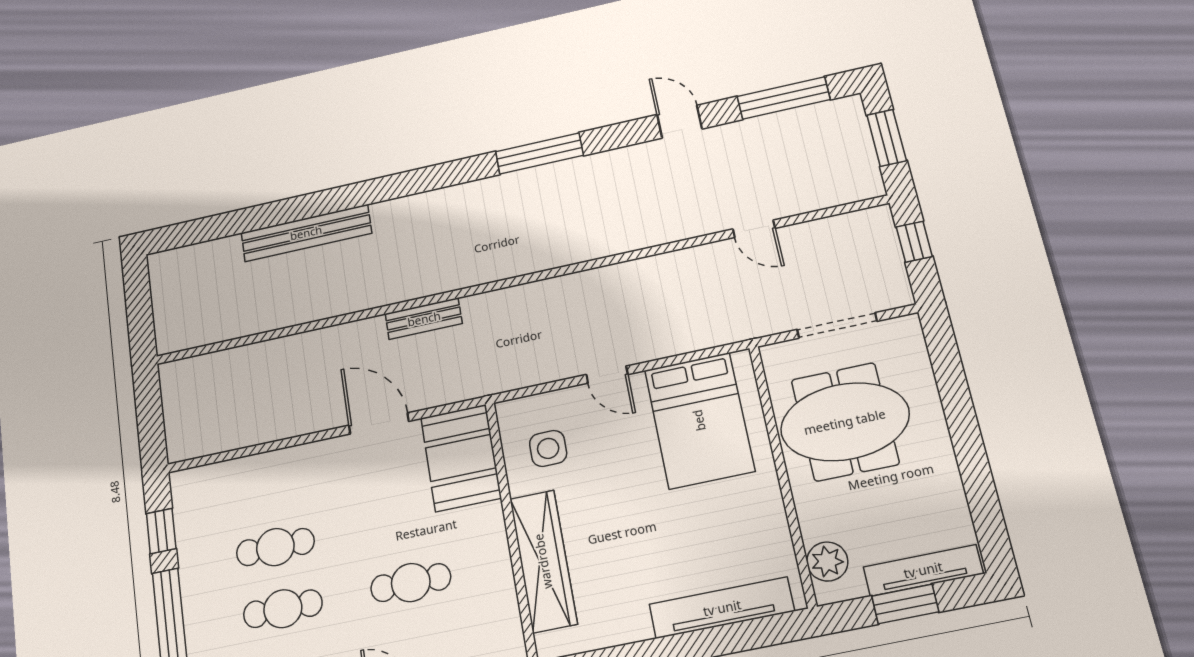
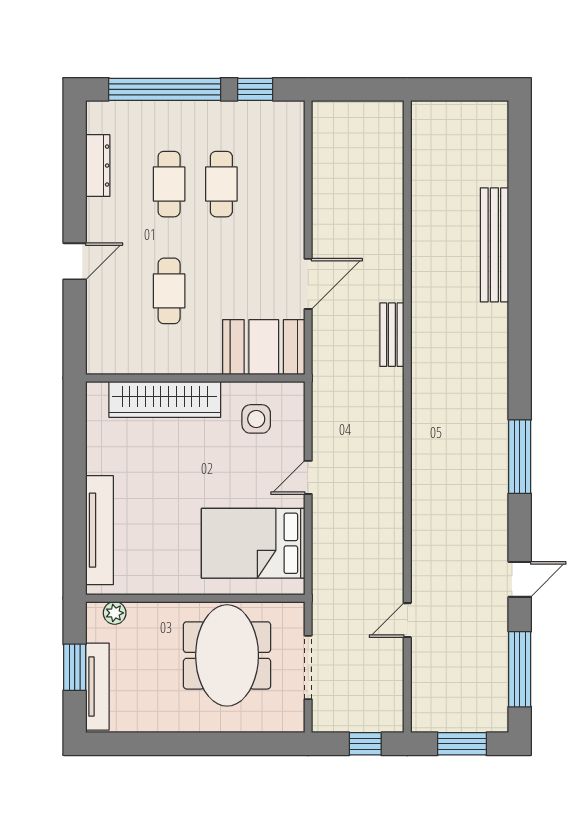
plant: (827, 561) -> (115, 613), width x0.73, depth x0.73

